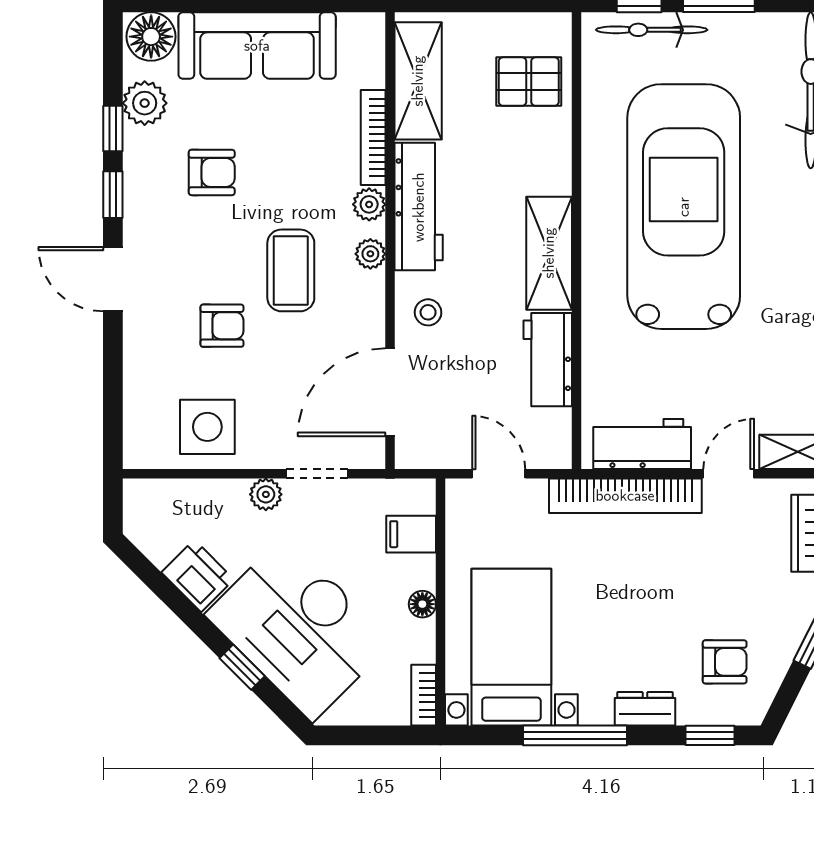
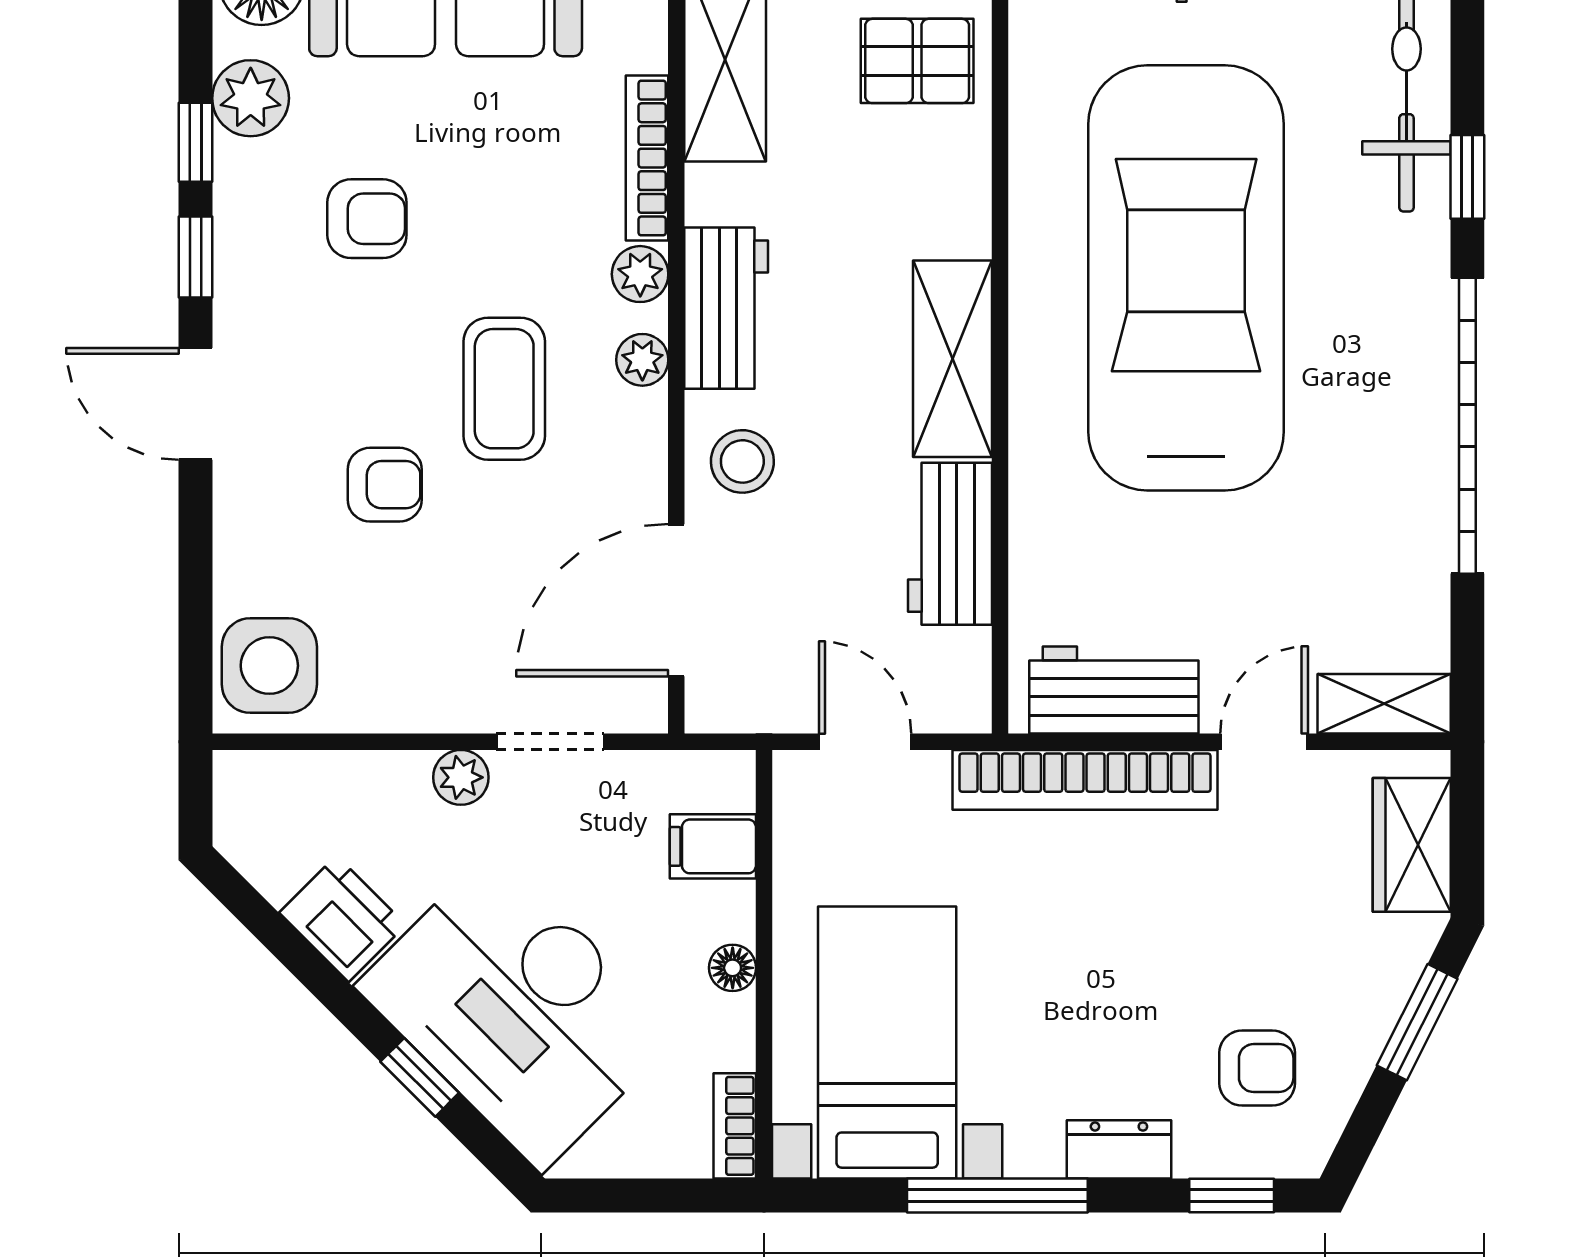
workbench: (419, 207) -> (726, 308), width x0.73
stool: (428, 312) -> (742, 461), width x1.37, depth x1.37
side table: (207, 427) -> (269, 666), moved

